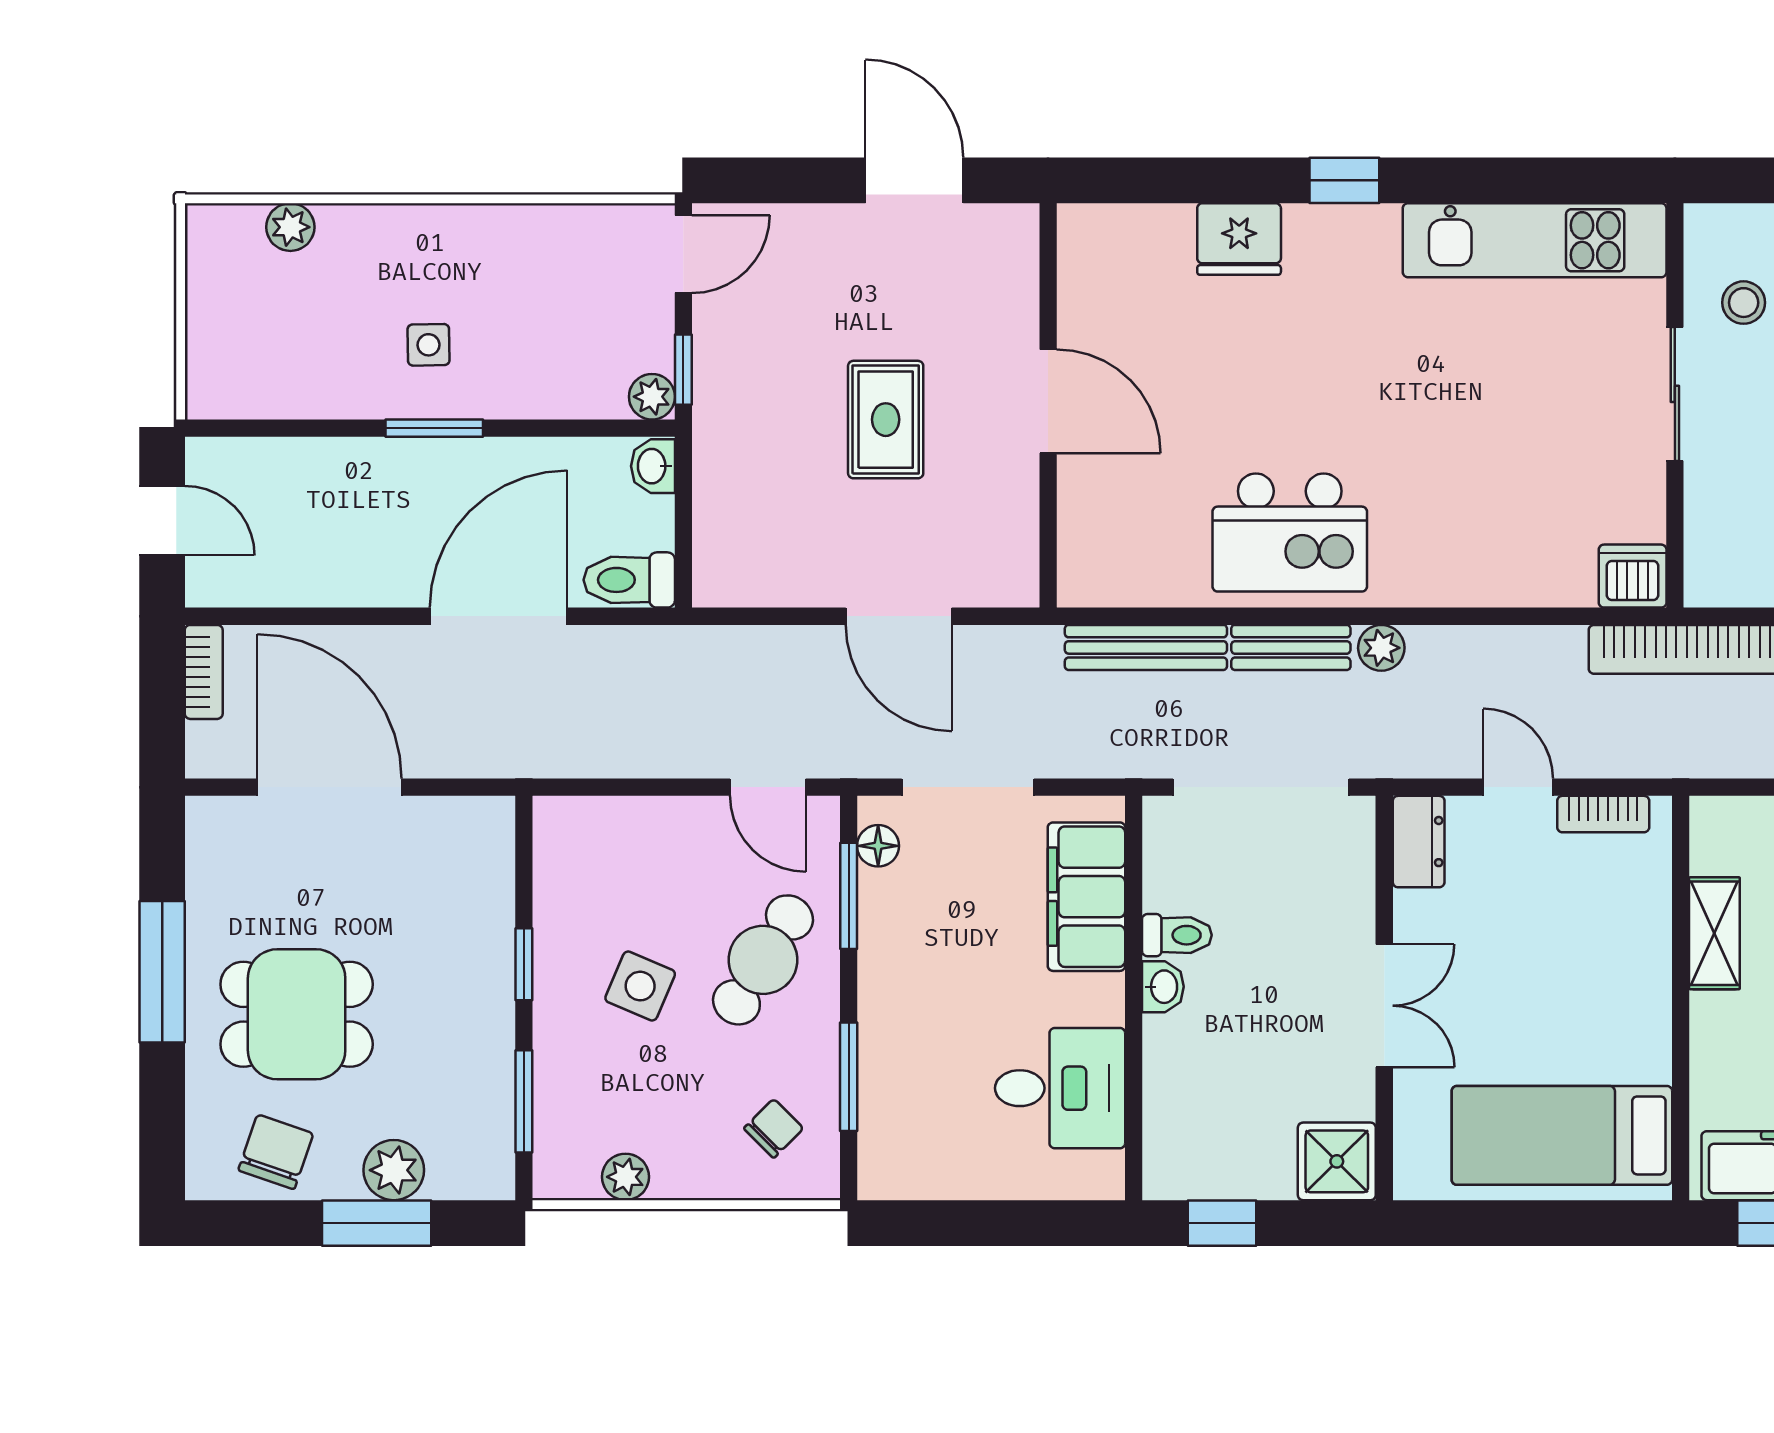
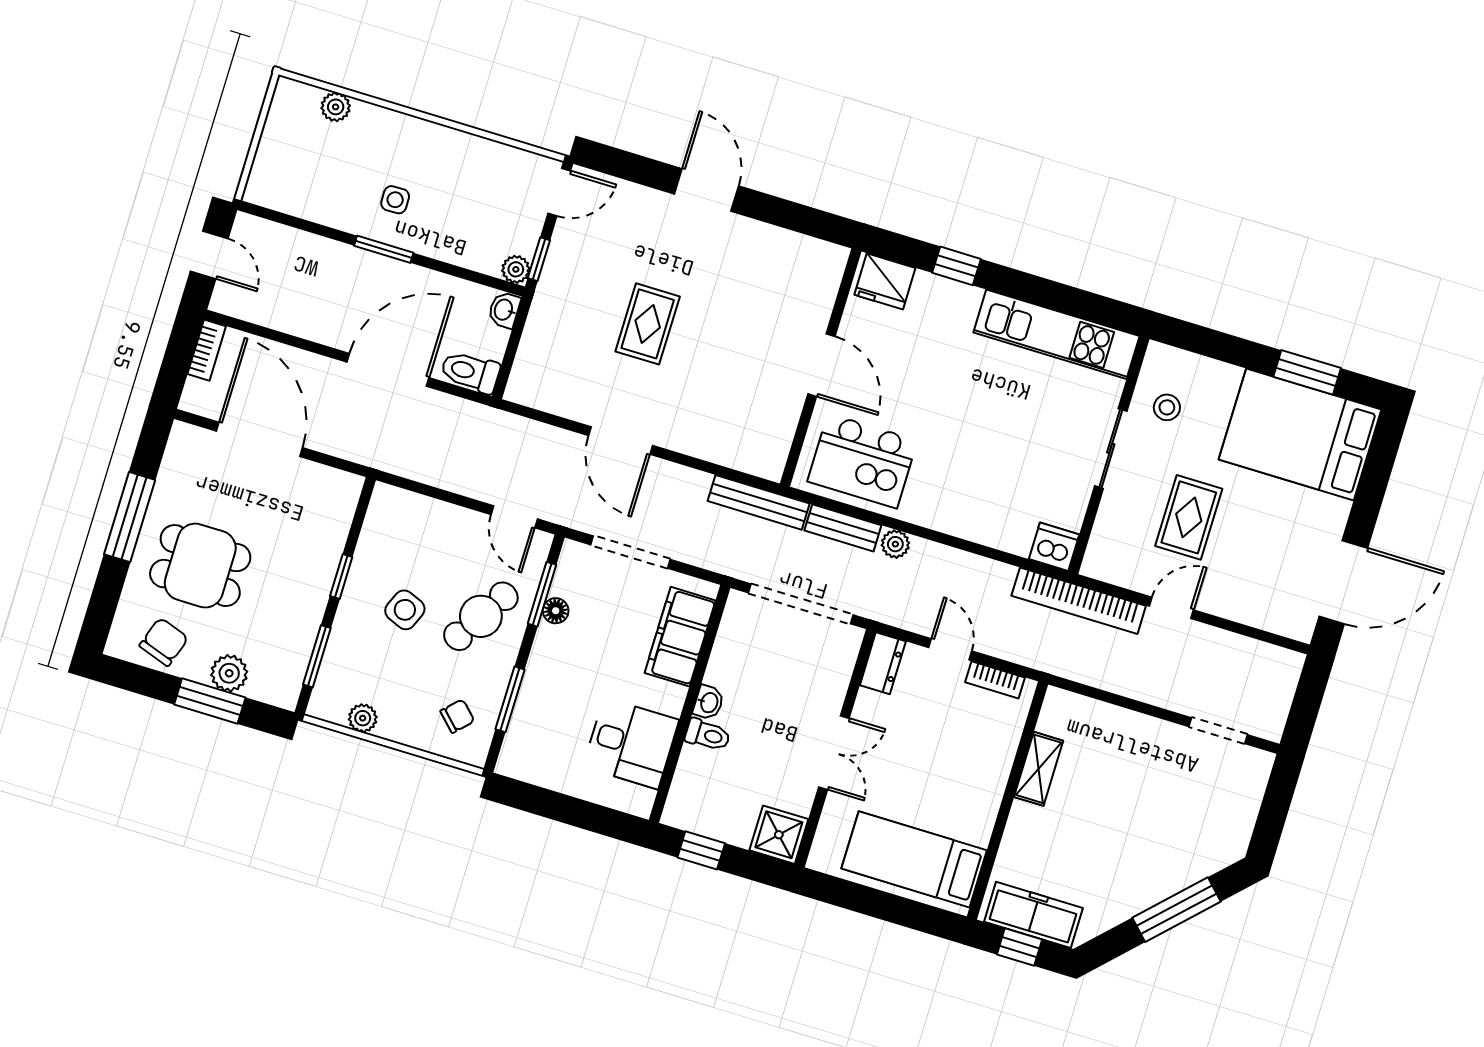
door: (1048, 401) -> (821, 365), moved
wall: (1048, 405) -> (821, 367), moved
floor lamp: (878, 846) -> (556, 611), moved
toilet: (1177, 935) -> (708, 735), moved

